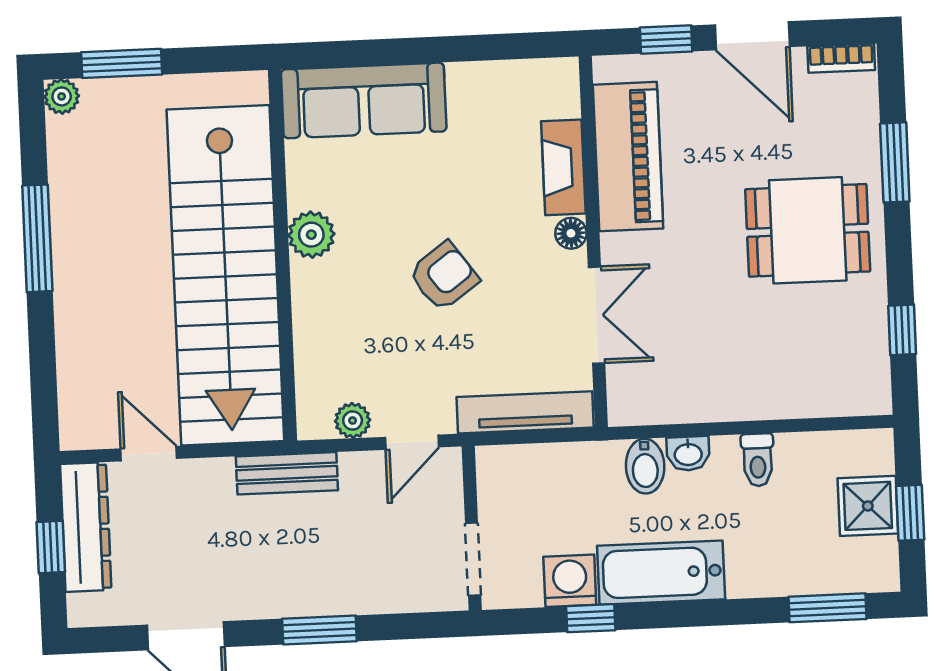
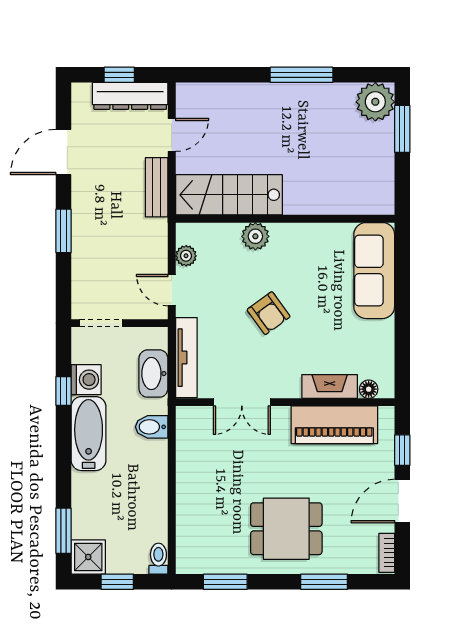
plant: (62, 96) -> (375, 102), width x1.87, depth x1.87
dining table: (808, 230) -> (286, 529), turned 90
floor lamp: (571, 233) -> (369, 389), moved
plant: (311, 235) -> (255, 236), moved
stairs: (225, 275) -> (229, 195), width x0.54, depth x0.66
window: (902, 330) -> (225, 582), width x1.50
washbasin: (688, 454) -> (153, 374), moved, width x1.91, depth x1.45
toilet: (758, 460) -> (158, 559), moved, turned 90
bench: (287, 473) -> (157, 187), moved
shower: (868, 506) -> (88, 557), moved

